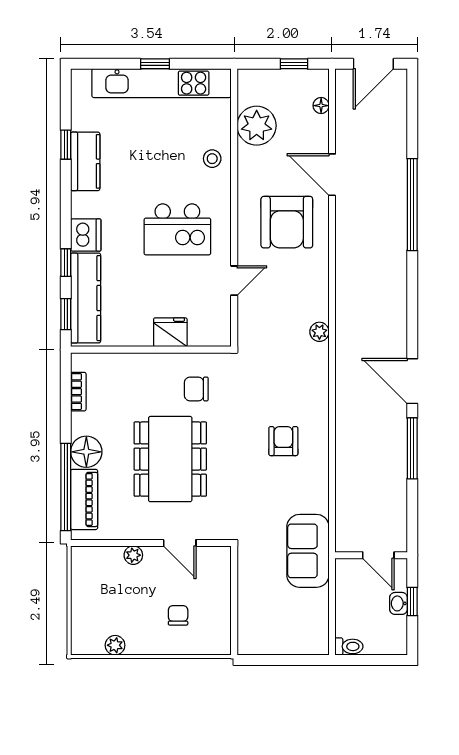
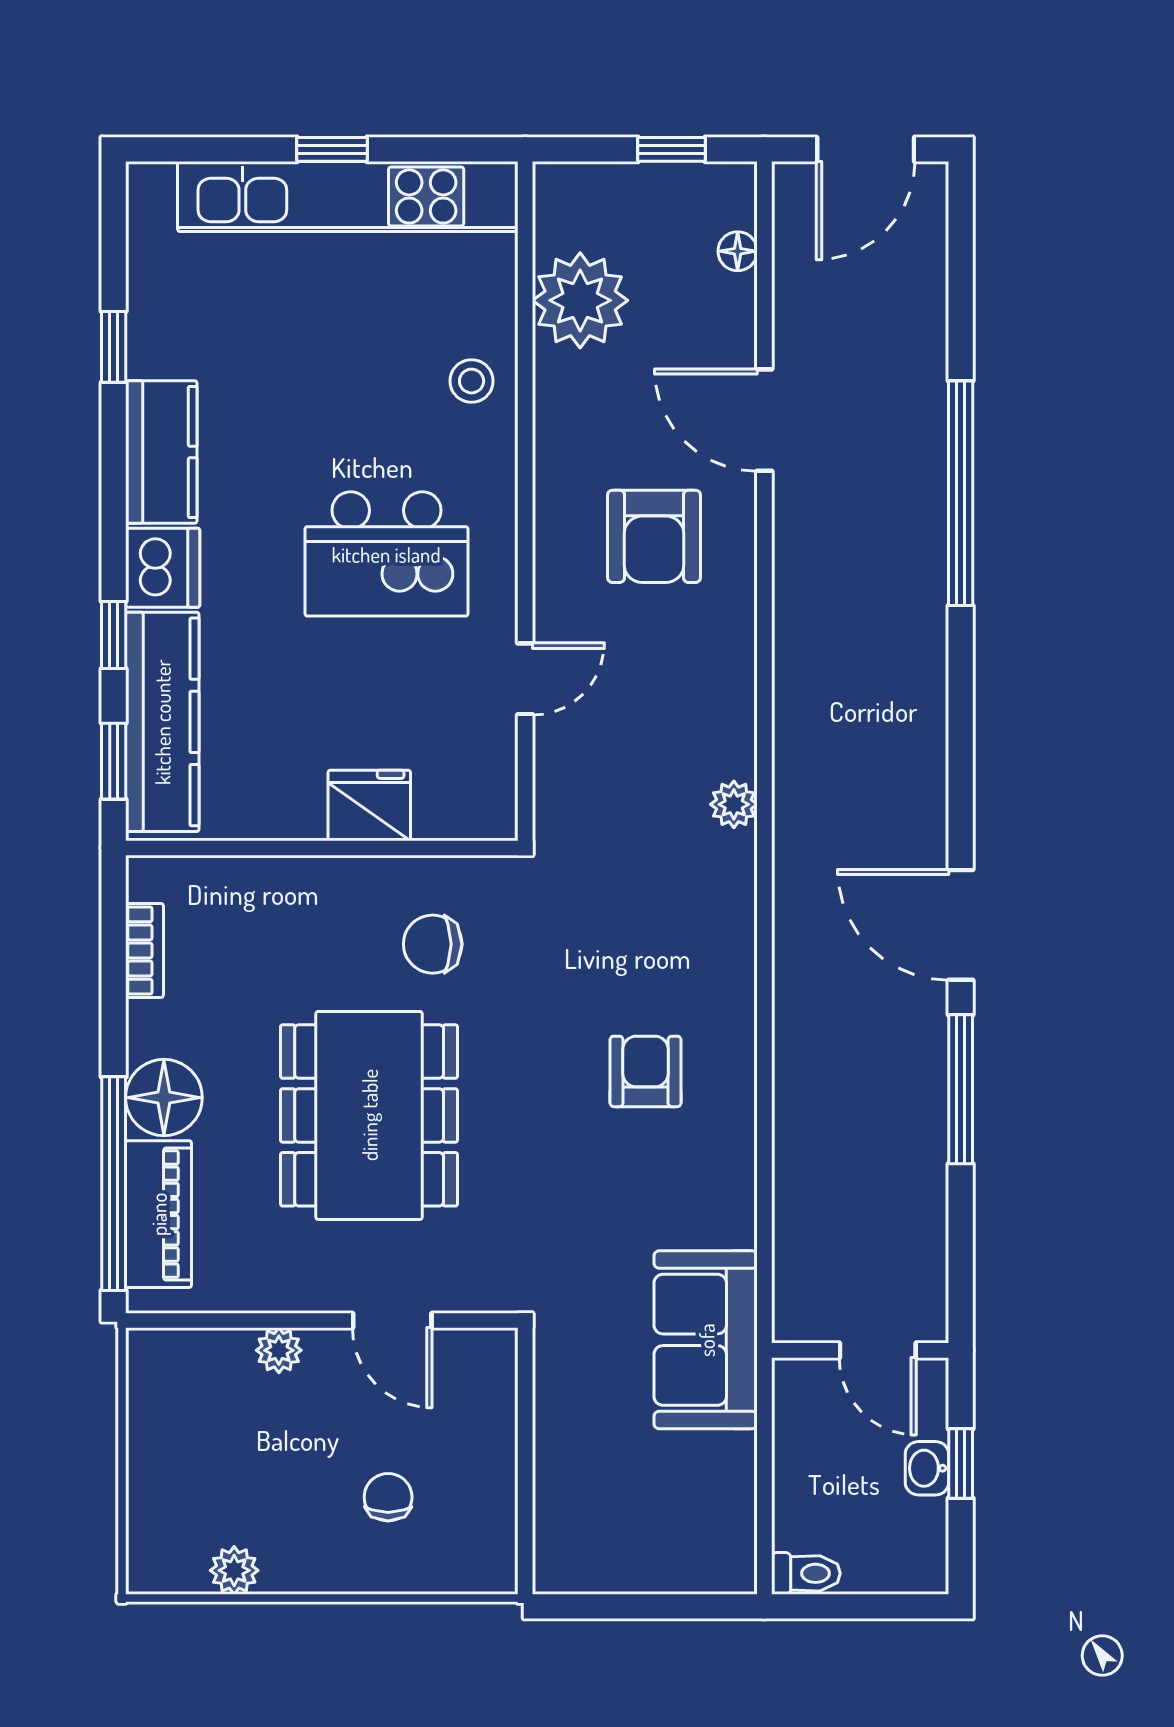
kitchen counter: (85, 161) -> (161, 452), moved
armchair: (287, 222) -> (654, 536), width x0.73, depth x0.73

